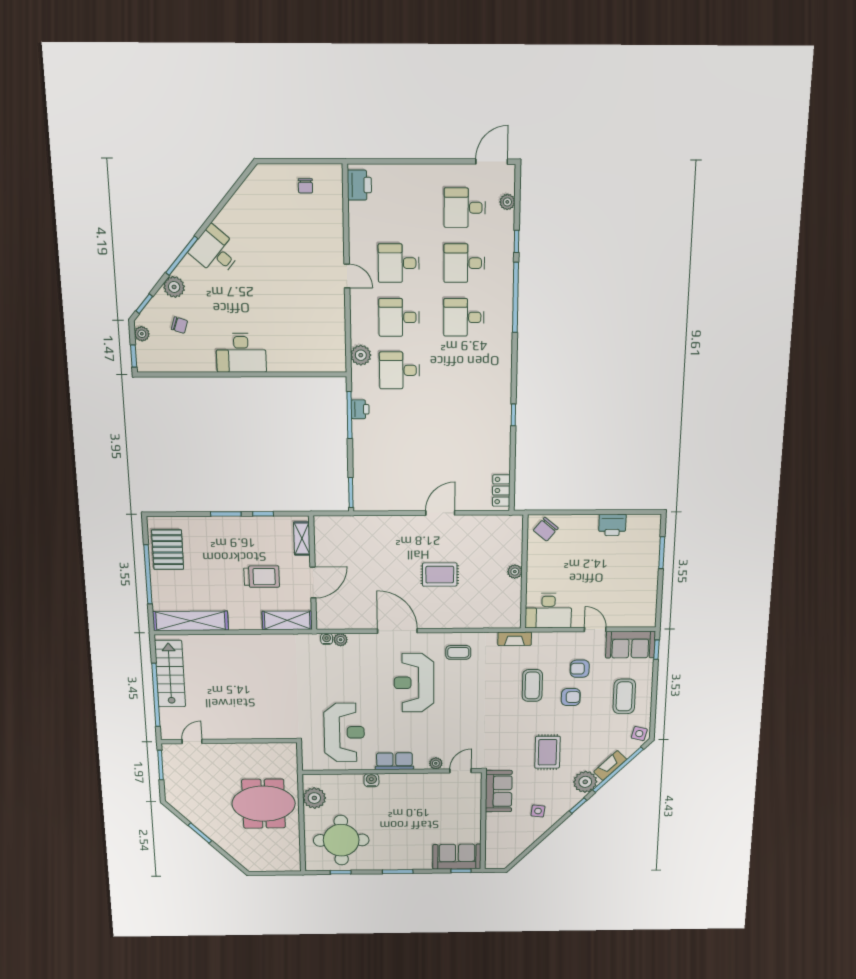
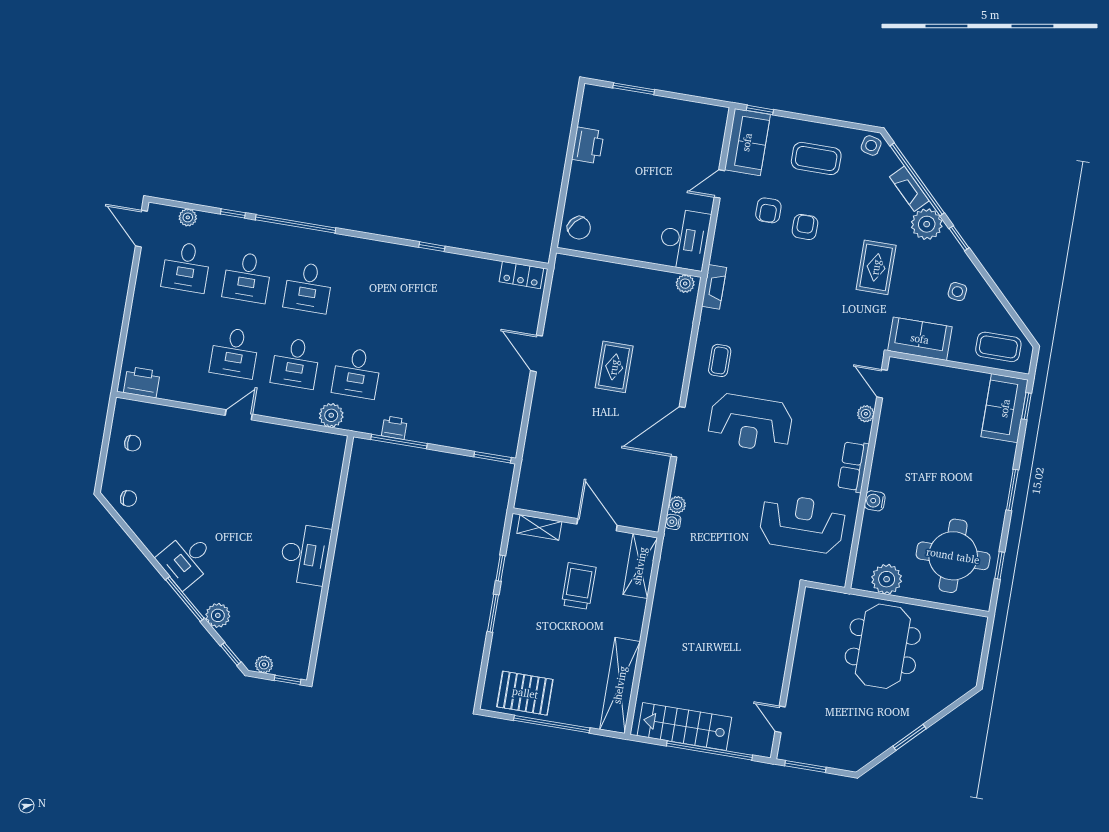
chair: (179, 325) -> (128, 498), moved, turned 72
plant: (515, 572) -> (685, 284), moved
coffee table: (532, 685) -> (998, 347), moved
rug: (547, 752) -> (876, 267), turned 90

